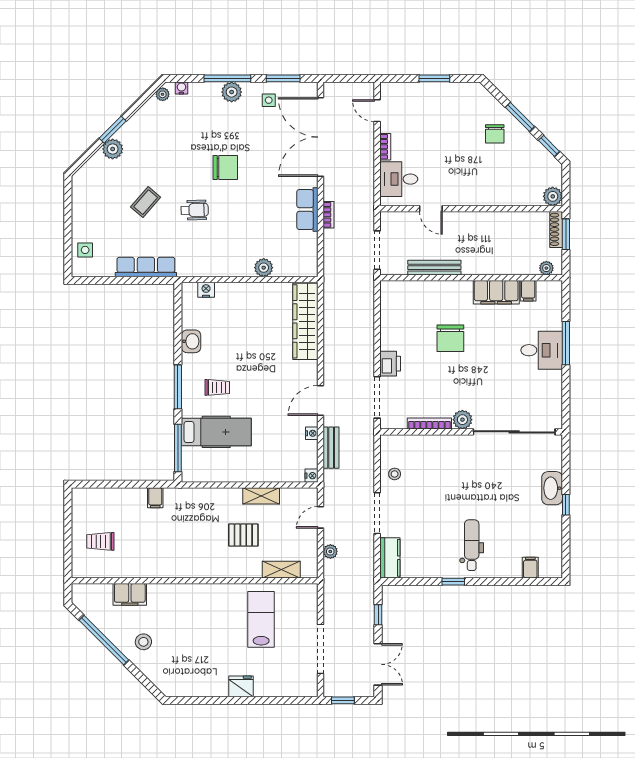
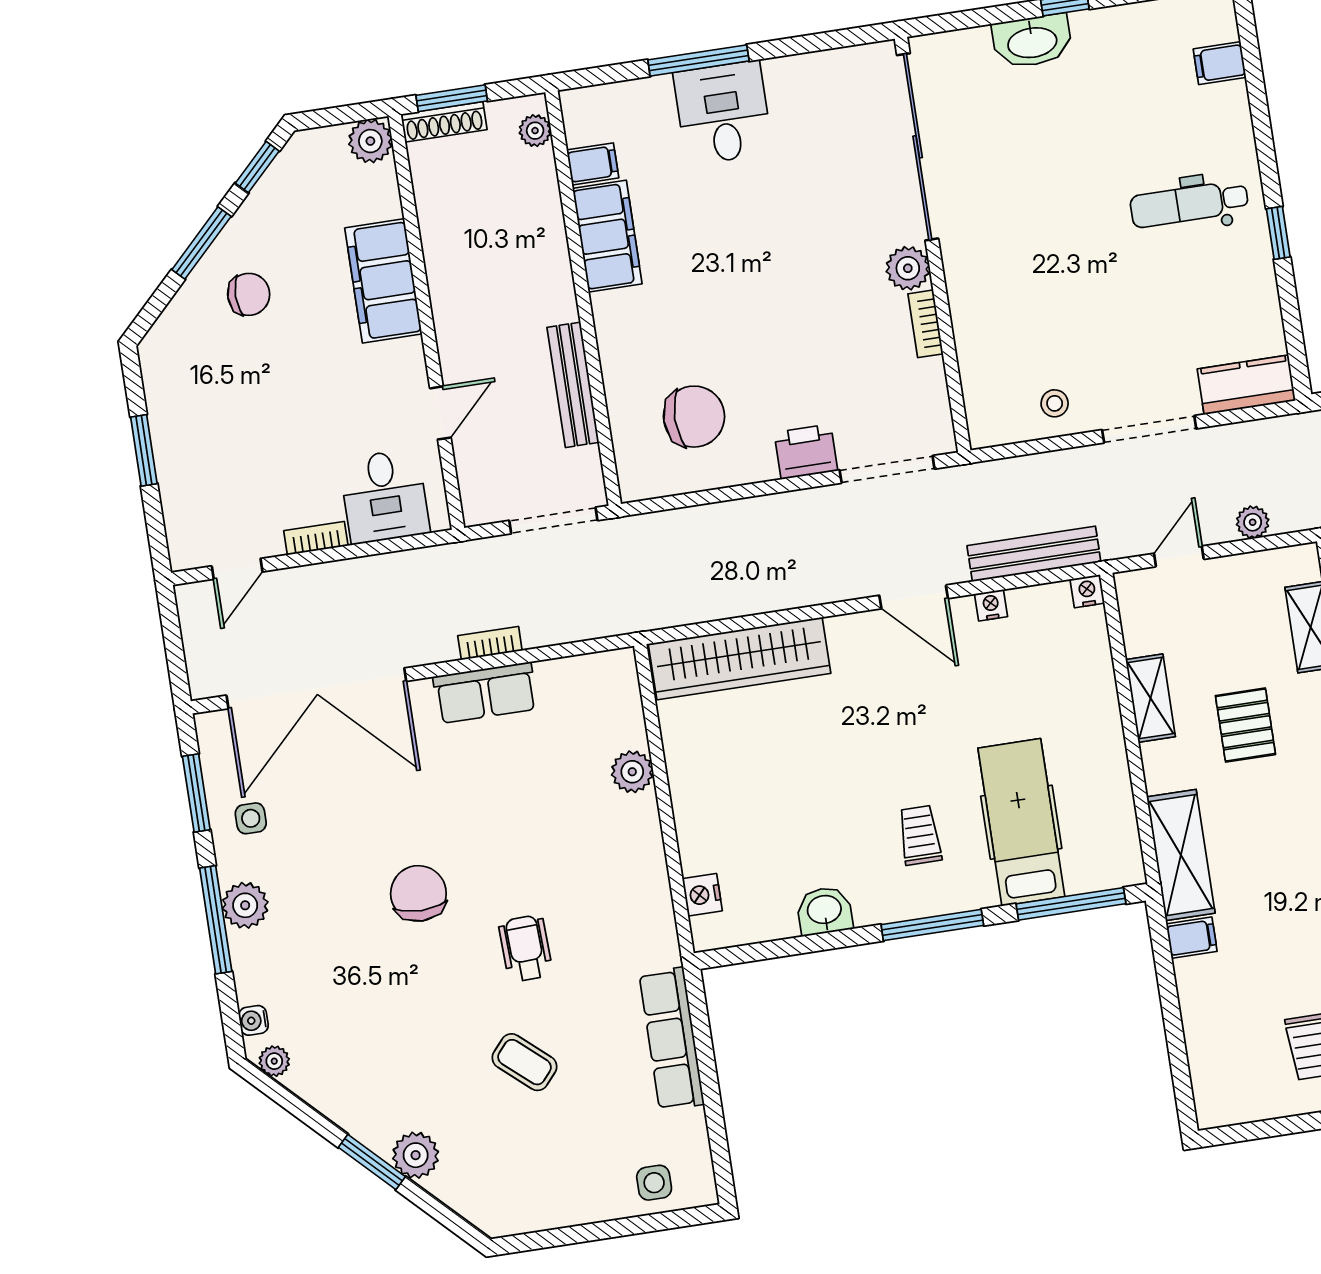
filing cabinet: (492, 193) -> (383, 281), added
chair: (450, 338) -> (694, 417), moved
bookcase: (429, 424) -> (925, 324), width x0.64
bench: (331, 448) -> (1034, 554), width x1.36
shelving: (192, 499) -> (1181, 855), added
door: (320, 517) -> (1179, 556), swing flipped

